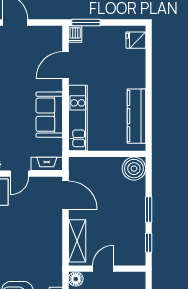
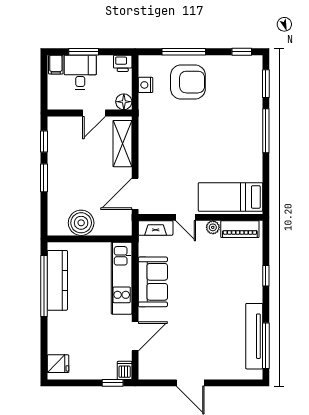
window: (86, 23) -> (113, 383), width x0.67
window: (149, 111) -> (44, 286), added
boiler: (134, 169) -> (81, 223), moved
door: (19, 174) -> (186, 217), swing flipped
door: (66, 195) -> (135, 194), hinge flipped

